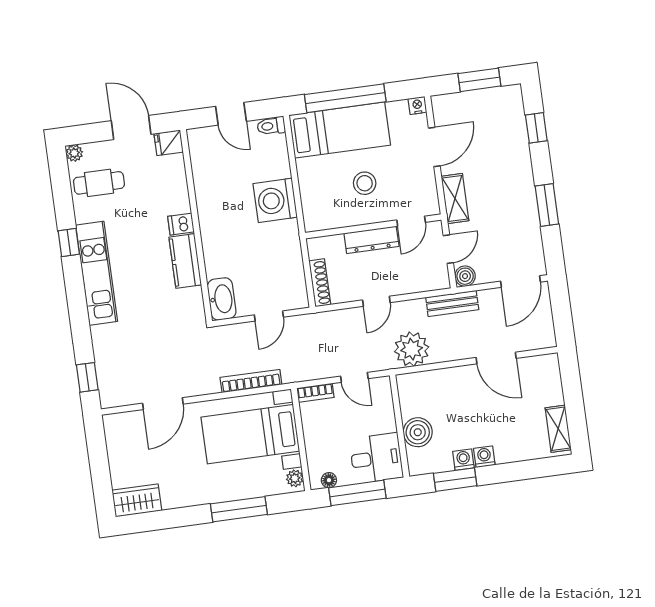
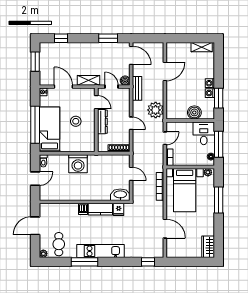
fridge: (169, 143) -> (119, 209), moved
window: (547, 205) -> (108, 38), moved
window: (69, 243) -> (84, 262), width x2.17

